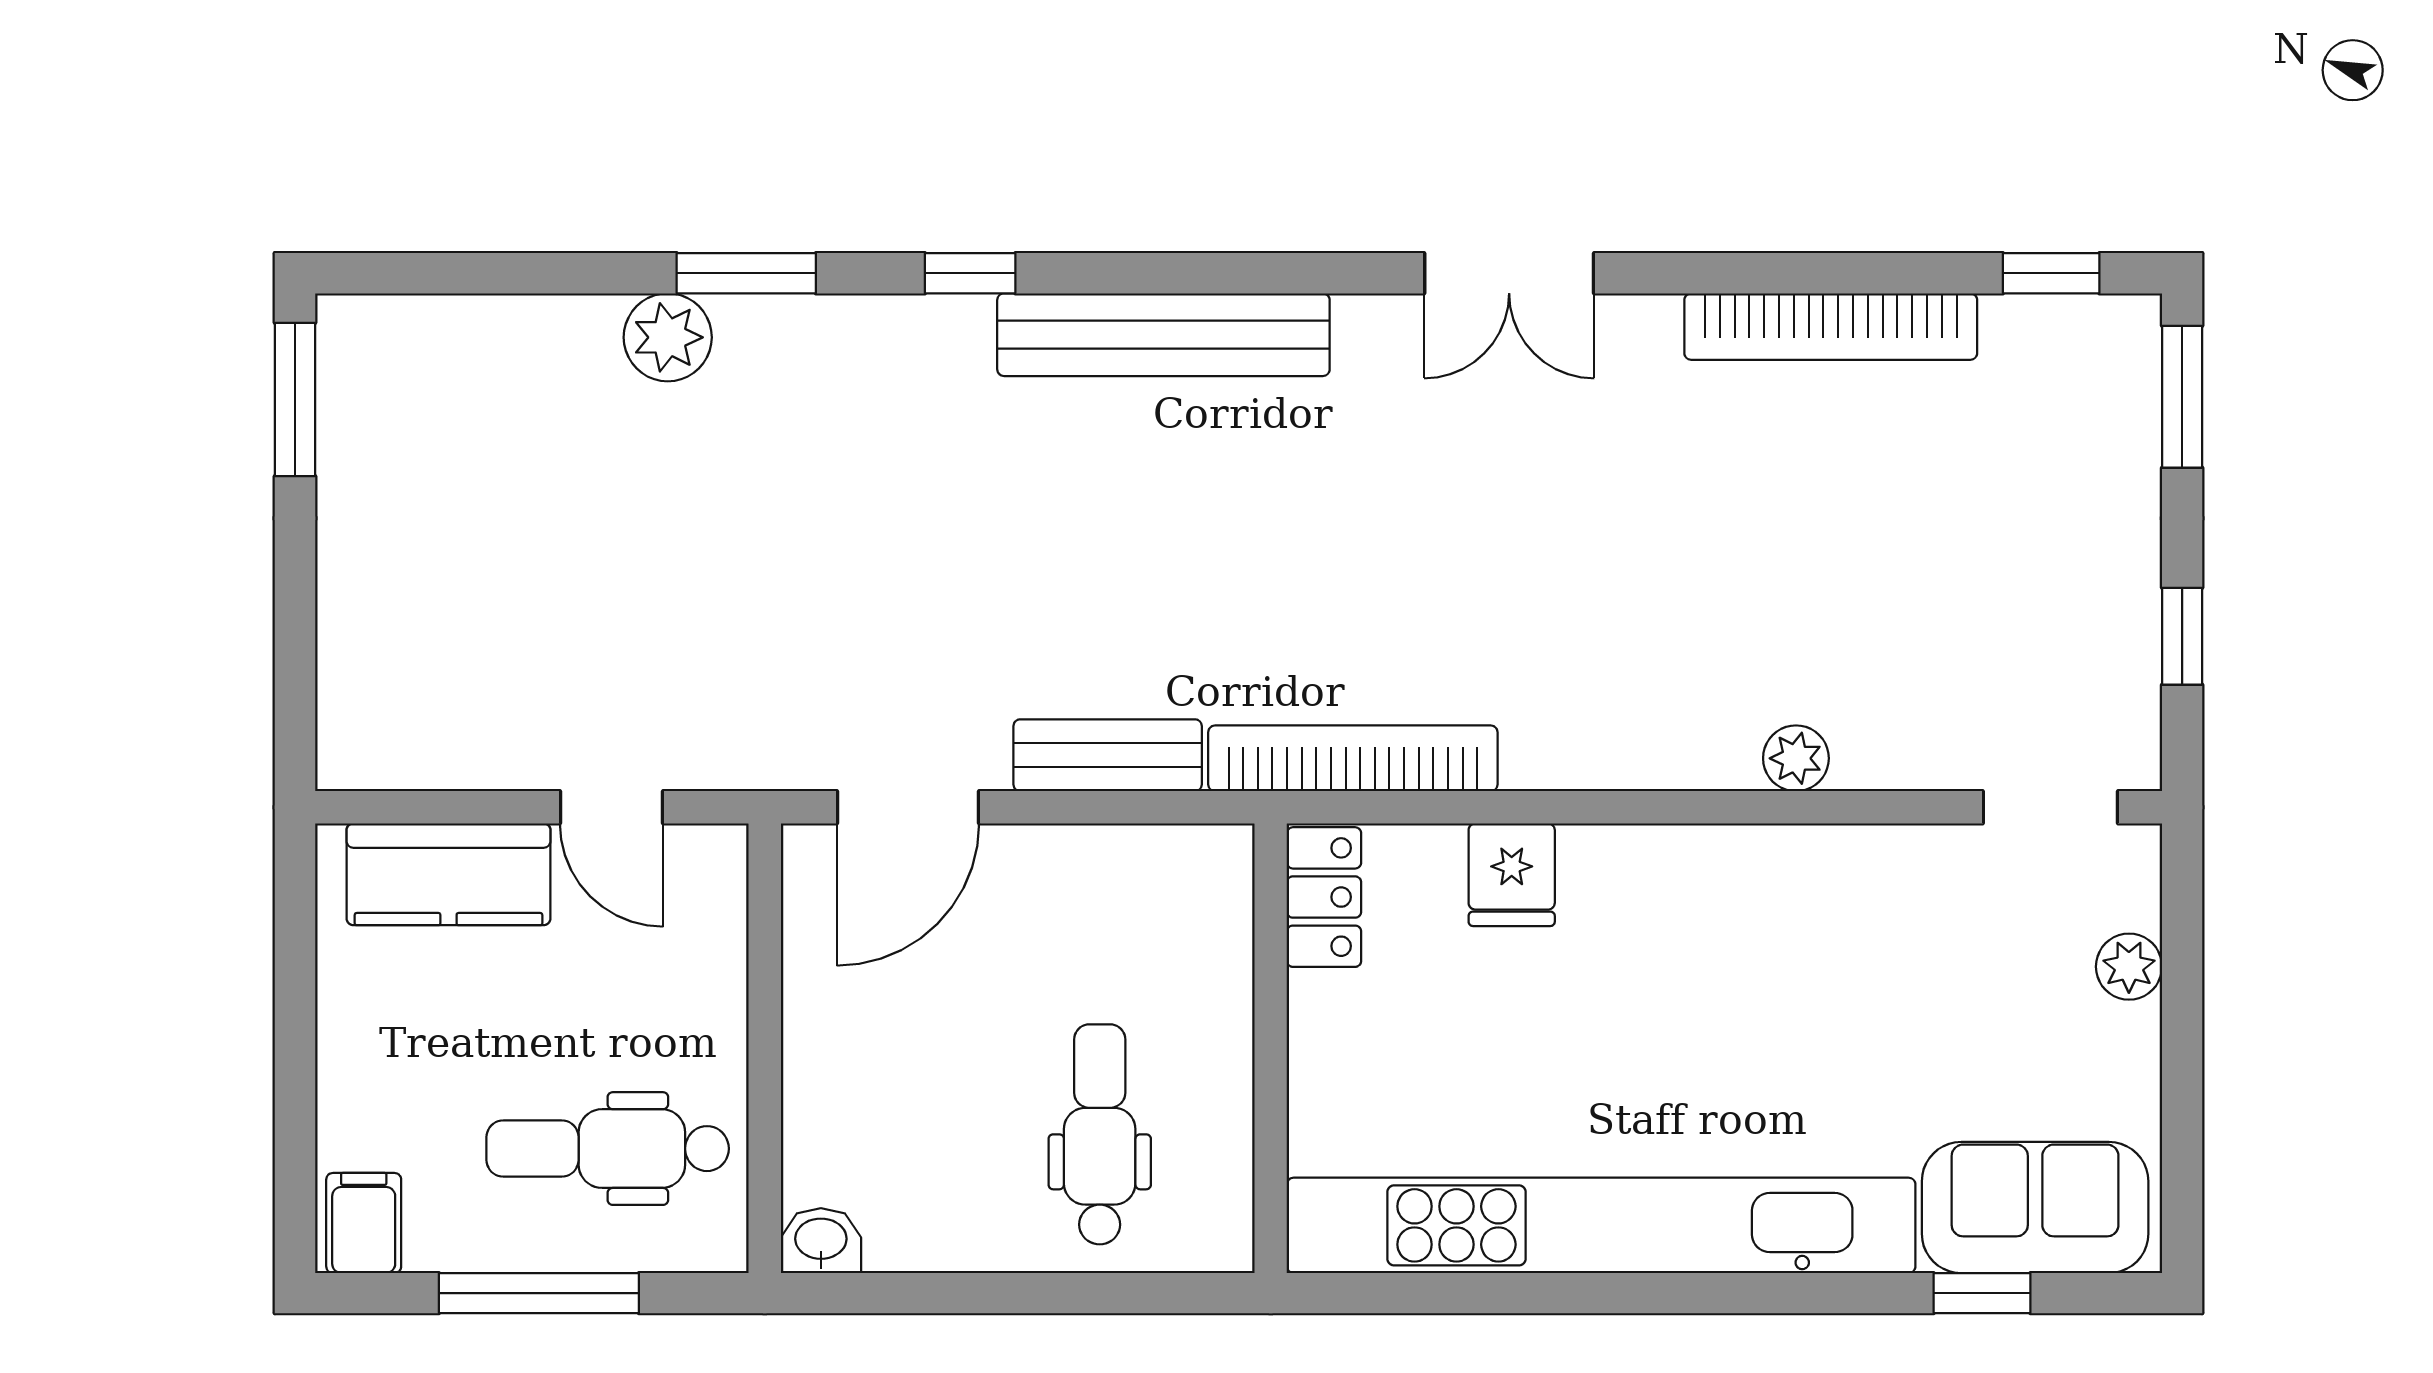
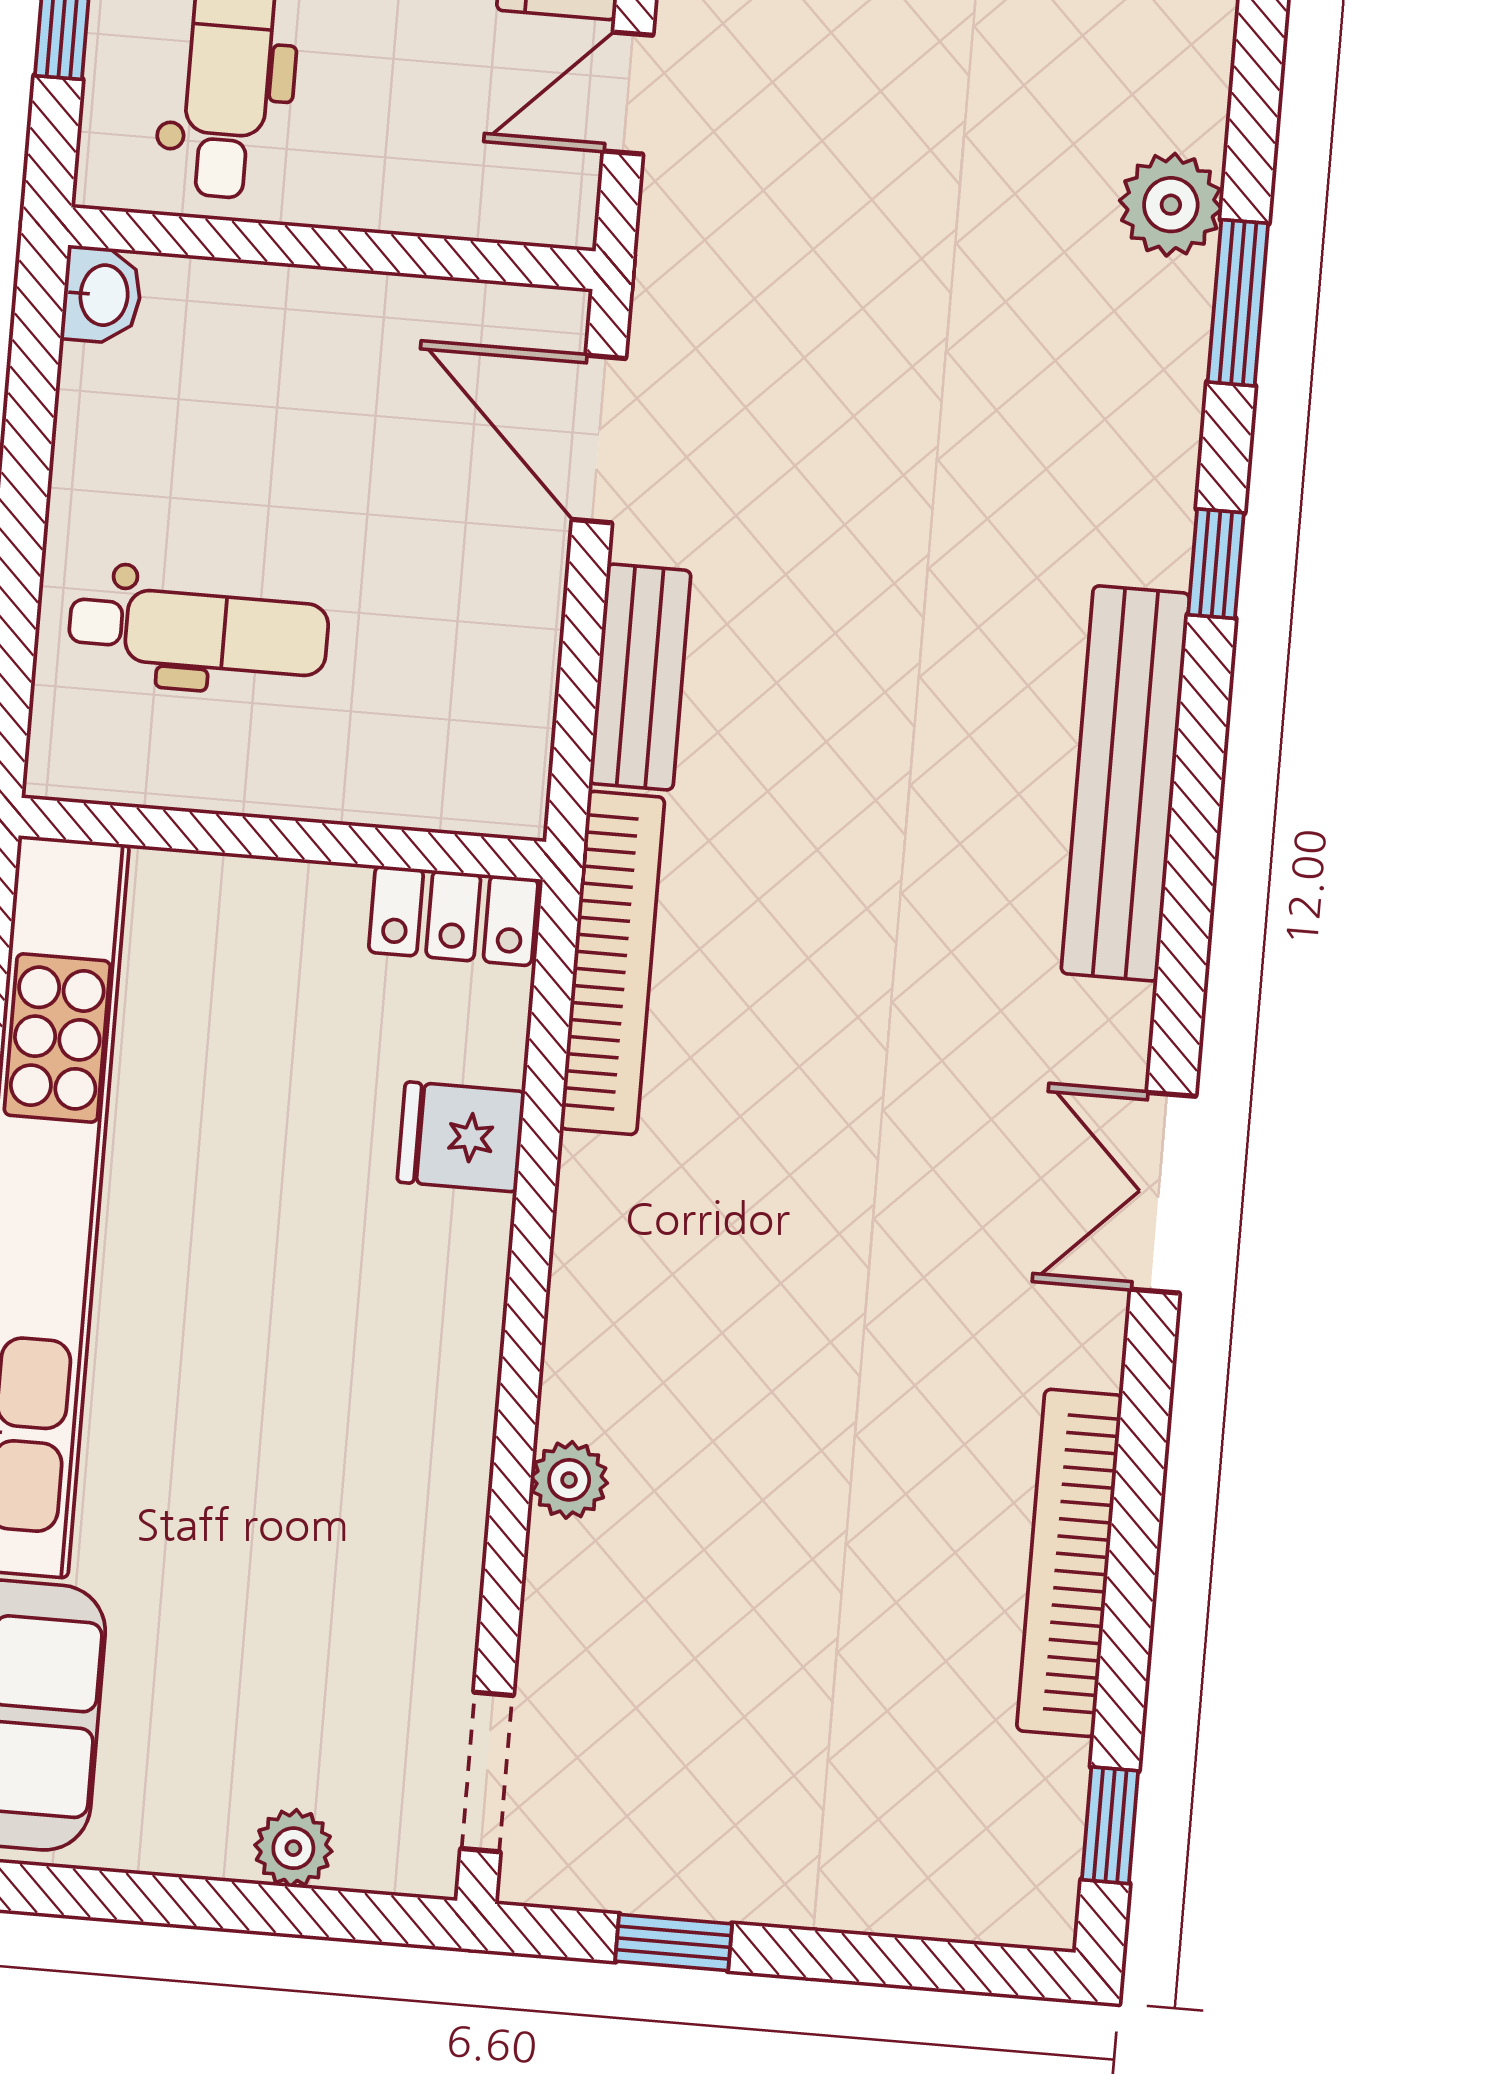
window: (2182, 397) -> (953, 1966), removed

